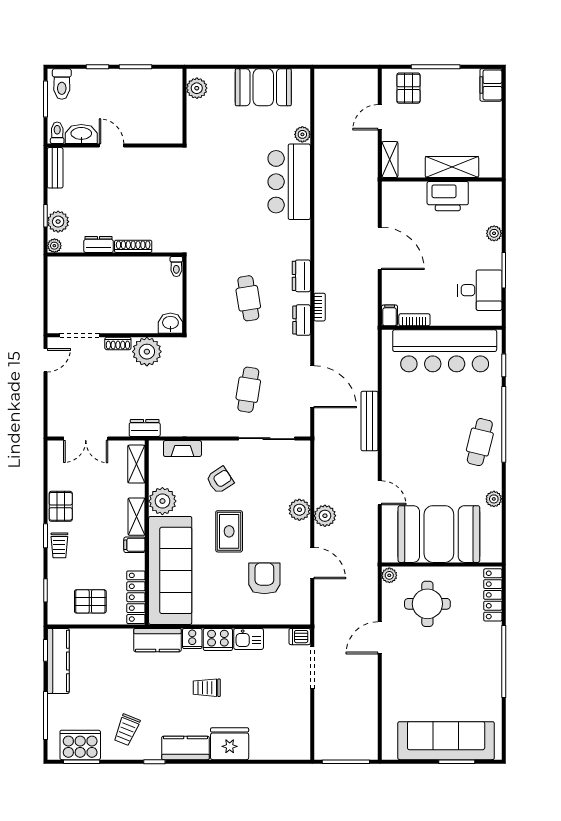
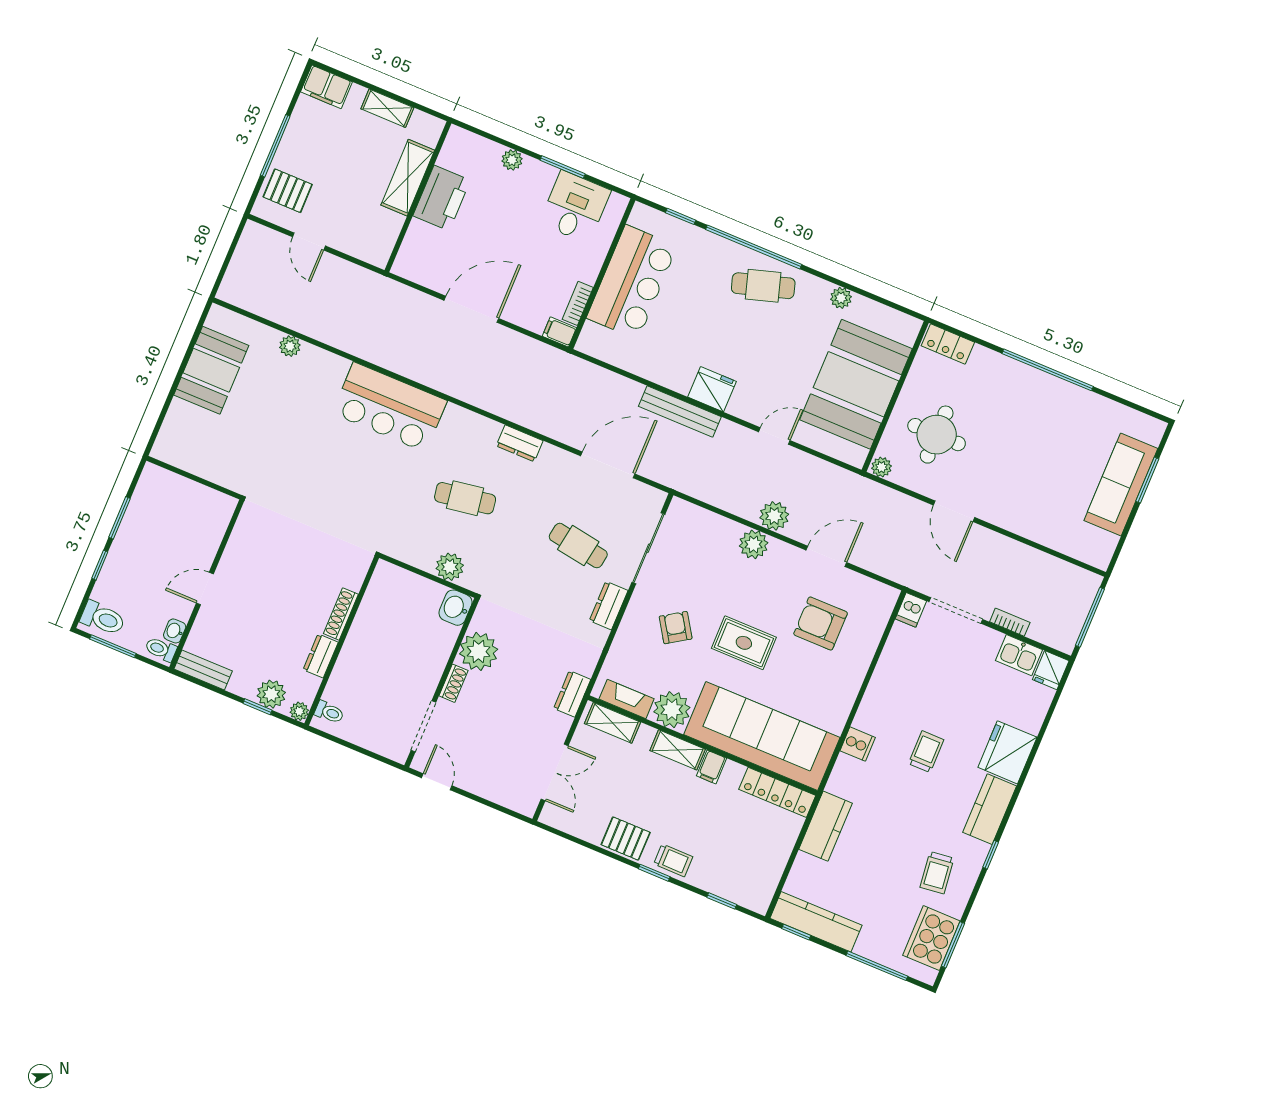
plant: (197, 88) -> (450, 567), moved
washbasin: (81, 134) -> (175, 631), width x0.52, depth x0.69
shelving: (390, 160) -> (387, 108), moved
bar counter: (289, 182) -> (390, 407), moved
toilet: (176, 267) -> (329, 712), moved
dresser: (301, 276) -> (609, 606), moved, turned 90
bookcase: (320, 307) -> (1010, 622), moved
bar counter: (445, 351) -> (632, 282), width x0.73
fridge: (394, 437) -> (712, 389), added
cafe table: (480, 442) -> (763, 286), turned -31
fireplace: (182, 449) -> (627, 699), moved, turned -90
locker: (493, 595) -> (948, 344), width x0.66
pallet: (90, 601) -> (759, 851), removed
cooker: (218, 639) -> (872, 713), removed
kitchen sink: (249, 639) -> (1019, 655), moved, turned 90
kitchen counter: (157, 640) -> (826, 826), moved
trolley: (207, 688) -> (926, 752), turned 180
trolley: (127, 730) -> (937, 873), turned 61
sofa: (446, 741) -> (1121, 485), width x0.74, depth x0.79
fridge: (298, 750) -> (1051, 670), added

